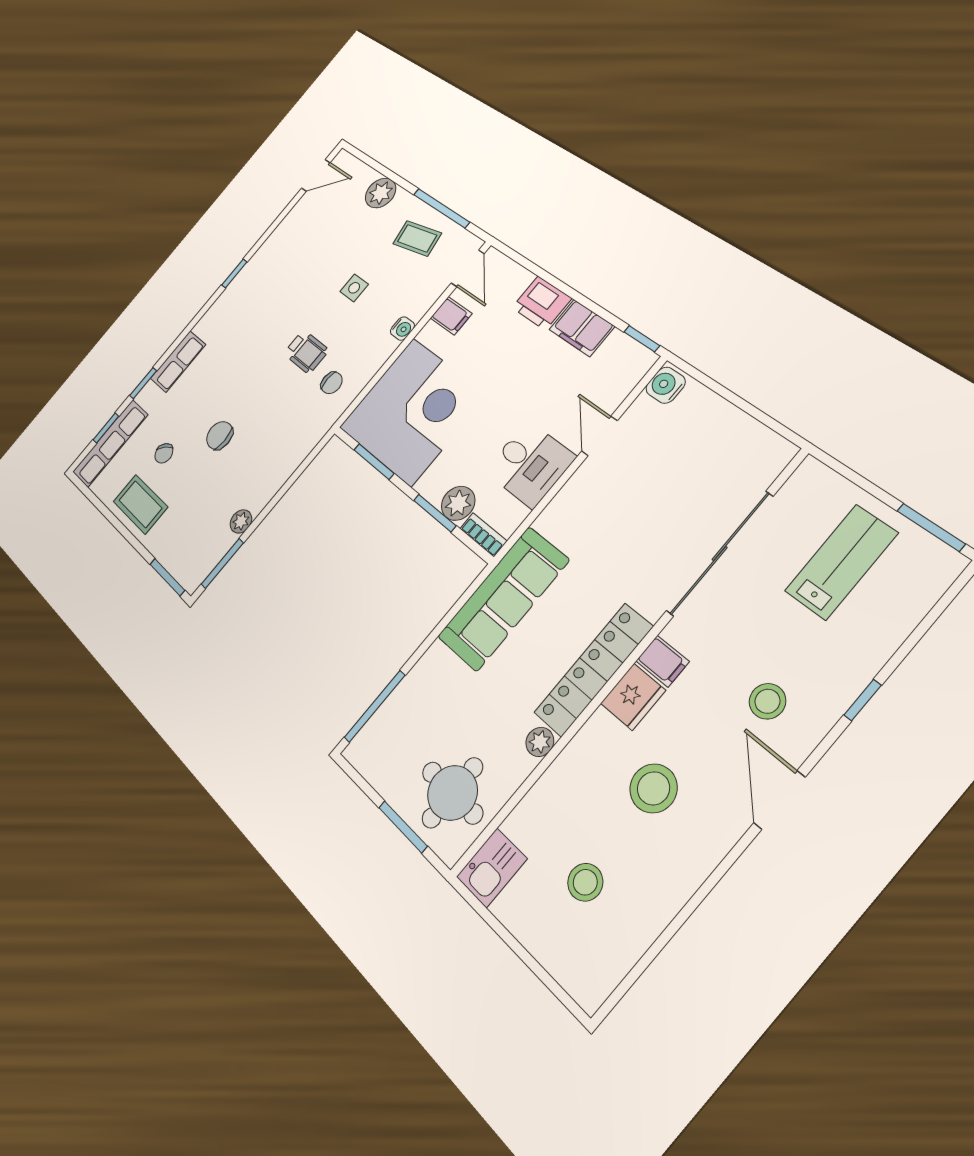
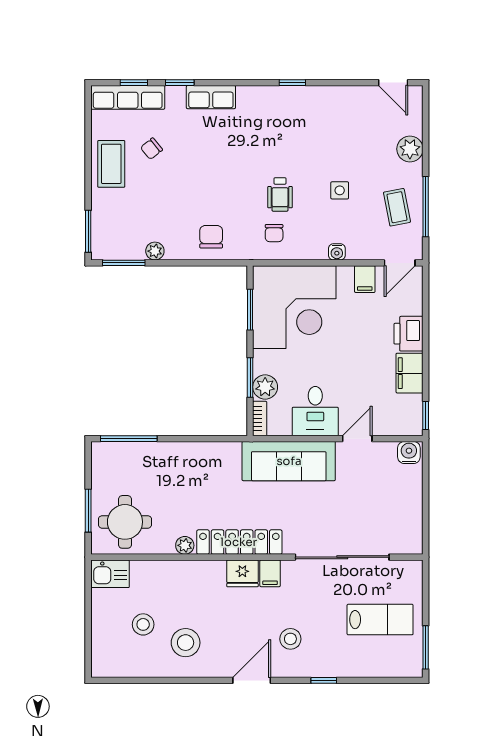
chair: (220, 435) -> (211, 237), moved
sofa: (503, 599) -> (289, 461), moved
stool: (653, 788) -> (186, 643), moved

